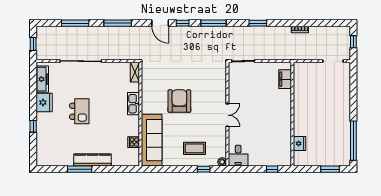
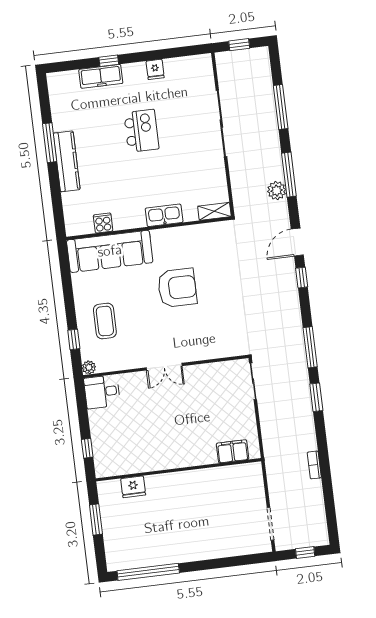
window: (213, 23) -> (310, 347), moved
plant: (127, 32) -> (277, 191), added
freezer: (42, 79) -> (101, 76), moved
fridge: (44, 103) -> (155, 69), width x0.53, depth x0.75
kitchen island: (79, 111) -> (141, 131), turned -90
window: (330, 169) -> (96, 520), moved

